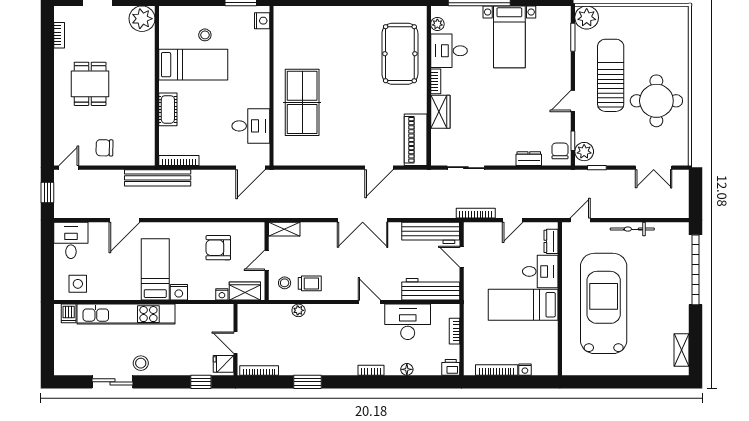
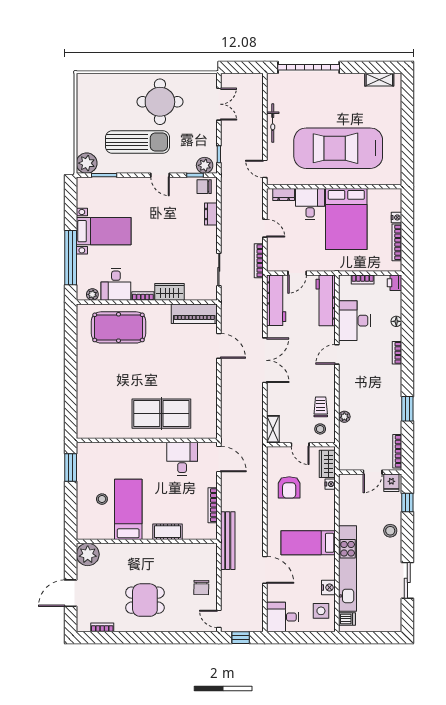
nightstand: (262, 21) -> (89, 449), removed
sun lounger: (611, 75) -> (138, 142), turned 180
bookcase: (179, 161) -> (213, 505), moved
nightstand: (179, 292) -> (328, 588), moved
bed: (523, 305) -> (346, 219), width x1.50
stool: (141, 363) -> (390, 531), moved

